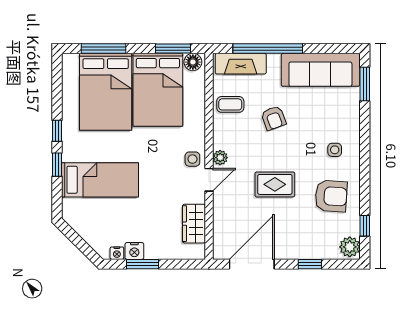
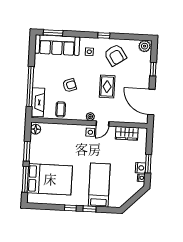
window: (173, 49) -> (27, 151), moved
sofa: (320, 70) -> (57, 45), moved, turned 90
bed: (158, 90) -> (50, 150), removed
door: (209, 180) -> (102, 124), swing flipped
armchair: (331, 196) -> (115, 55), turned 142
window: (365, 226) -> (104, 36), moved

